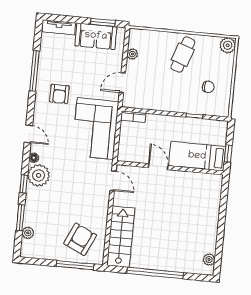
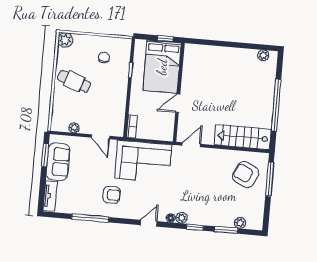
bed: (197, 156) -> (162, 67), width x1.50
plant: (39, 175) -> (182, 218), width x0.53, depth x0.53

